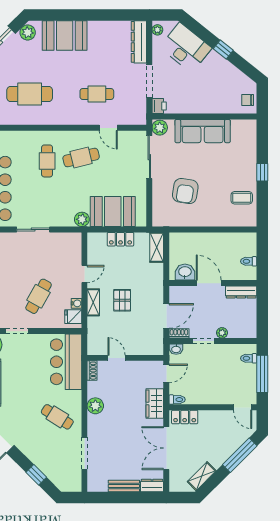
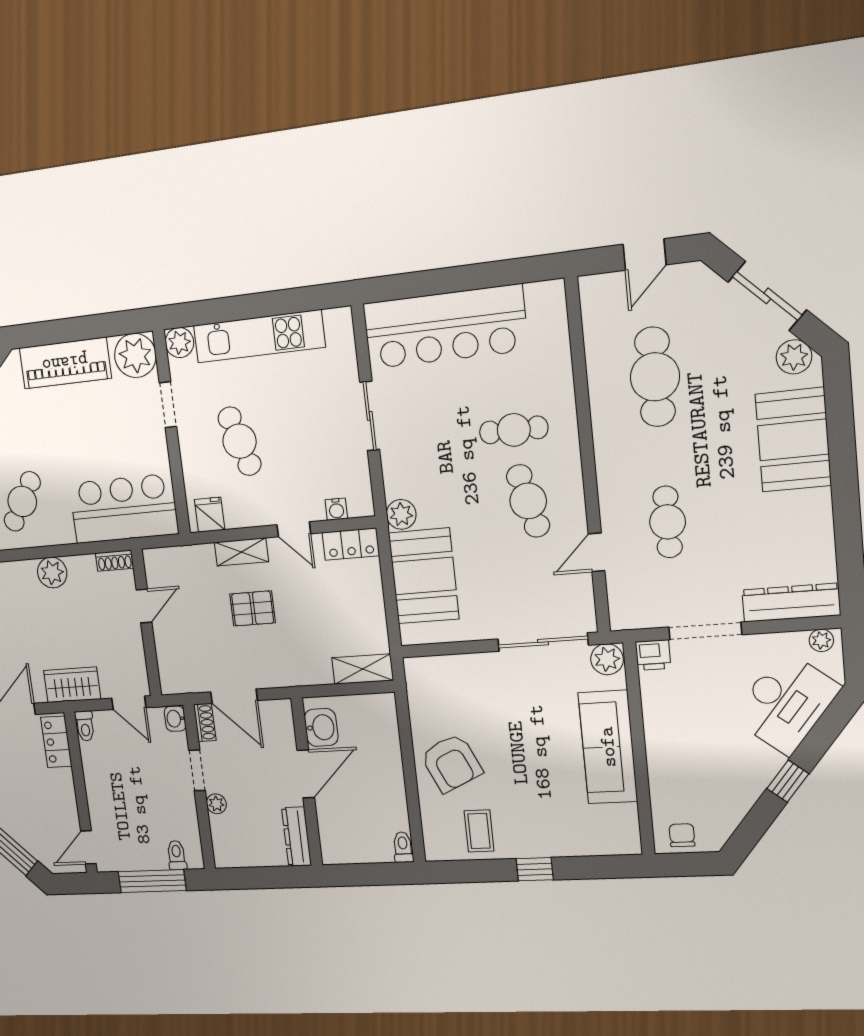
armchair: (185, 191) -> (451, 763), moved, turned -124
locker: (120, 239) -> (351, 544), moved, turned -90
toilet: (249, 261) -> (403, 847), moved
cafe table: (39, 296) -> (240, 441), turned 44
water cooler: (76, 303) -> (336, 509), moved

